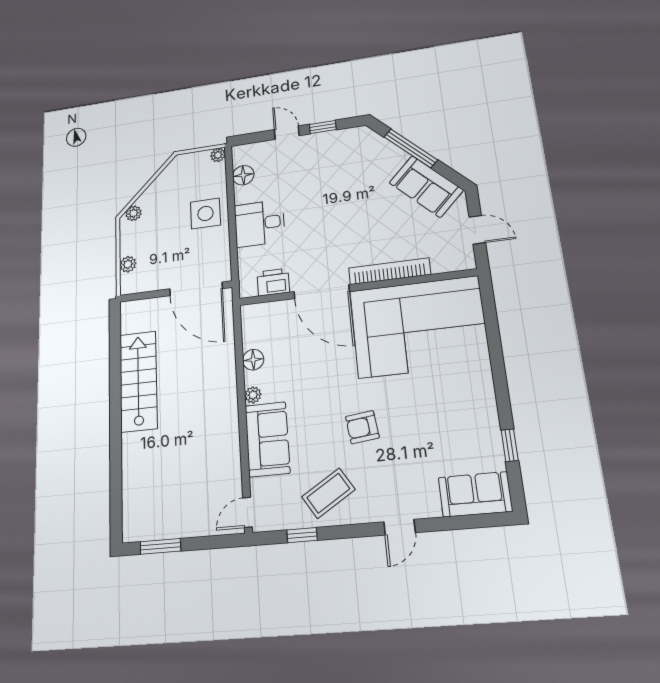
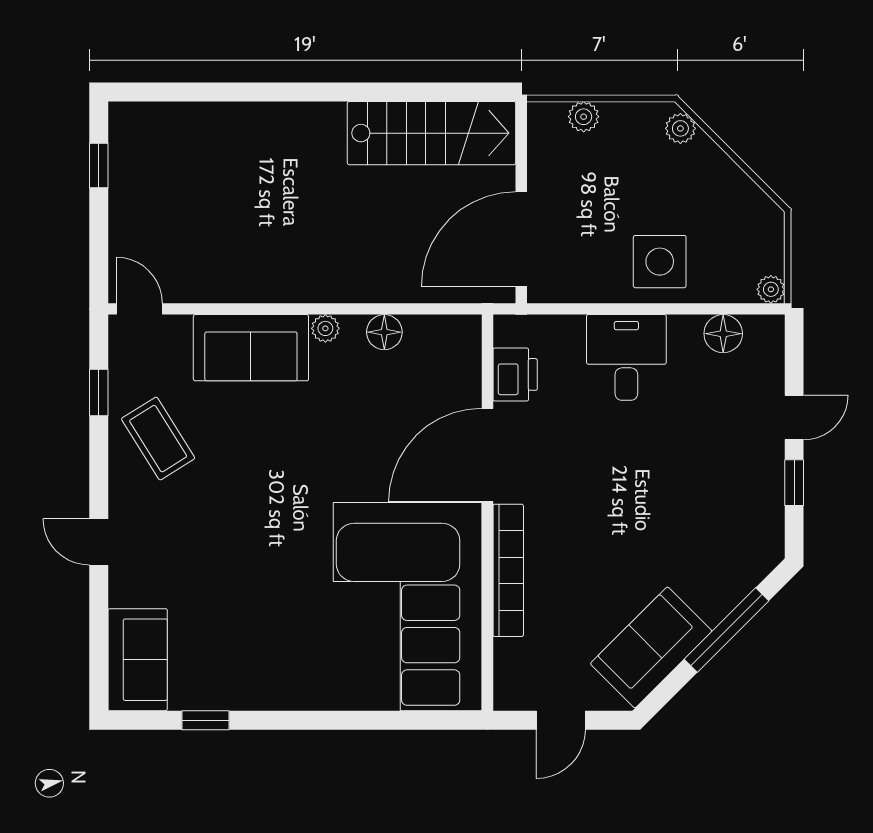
stairs: (138, 381) -> (431, 133), moved
armchair: (362, 427) -> (255, 501), removed
window: (160, 546) -> (99, 165), width x0.67

